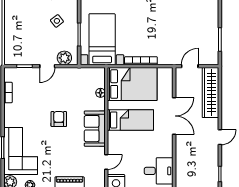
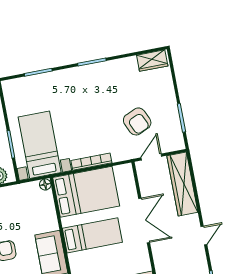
armchair: (184, 36) -> (137, 121), added
floor lamp: (100, 93) -> (45, 184), moved

